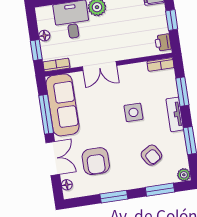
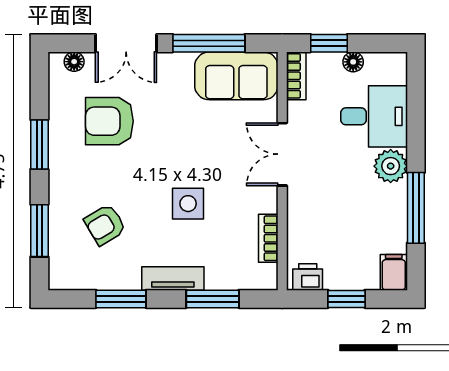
bookcase: (160, 64) -> (268, 238), moved
sofa: (62, 105) -> (236, 76), width x0.73
plant: (184, 175) -> (60, 278), removed

